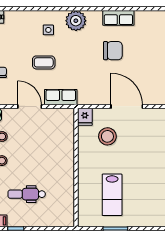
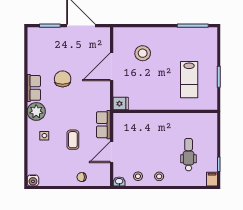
row of seats: (118, 18) -> (34, 88), moved
stool: (107, 136) -> (143, 53), moved
dental chair: (27, 194) -> (189, 155), turned 180
lab bench: (112, 195) -> (189, 80), turned 90

